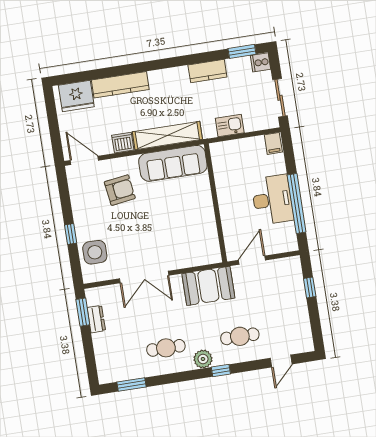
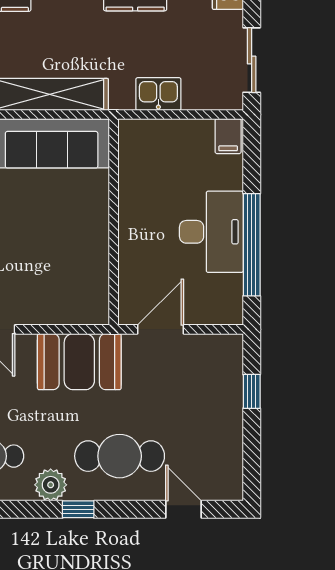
cafe table: (240, 336) -> (120, 456), width x1.37, depth x1.35
door: (281, 361) -> (183, 509), swing flipped

